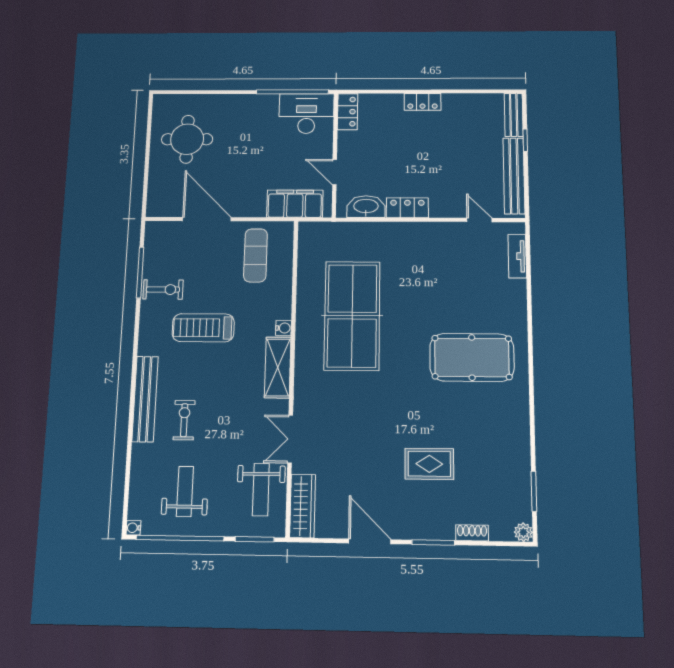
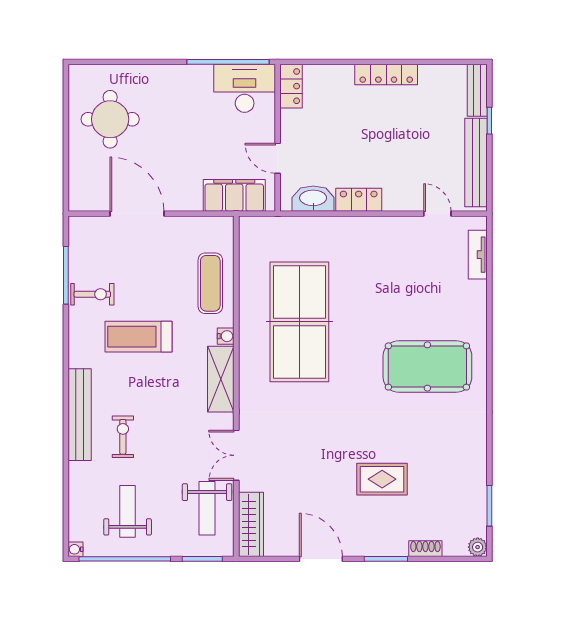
locker: (423, 102) -> (386, 74), width x1.53
exercise mat: (256, 255) -> (210, 283), moved

